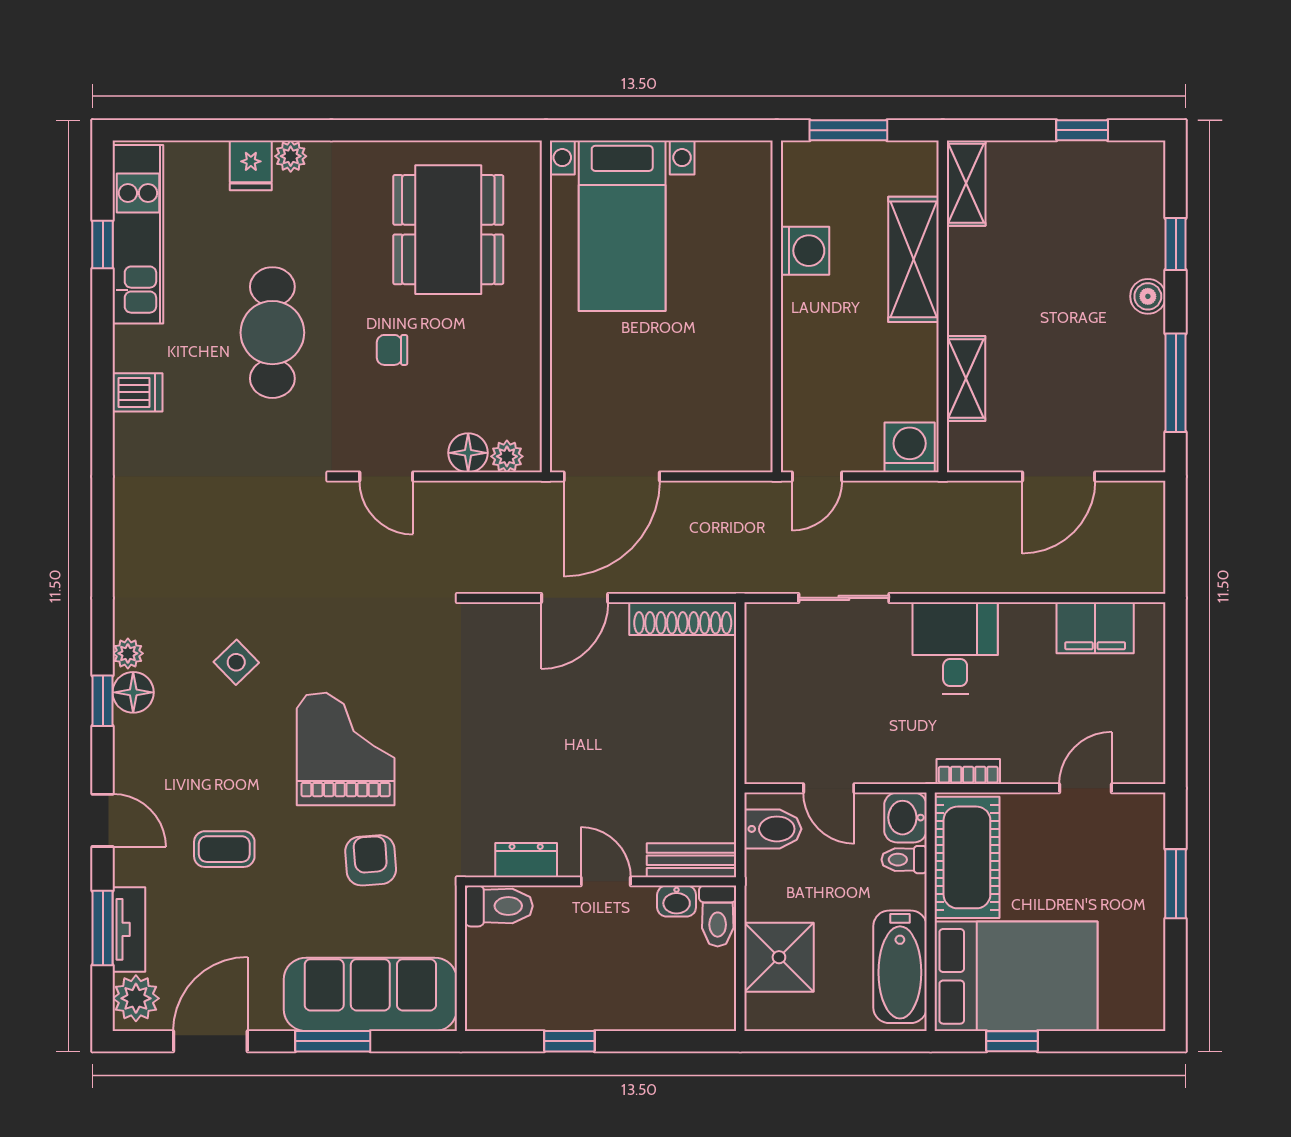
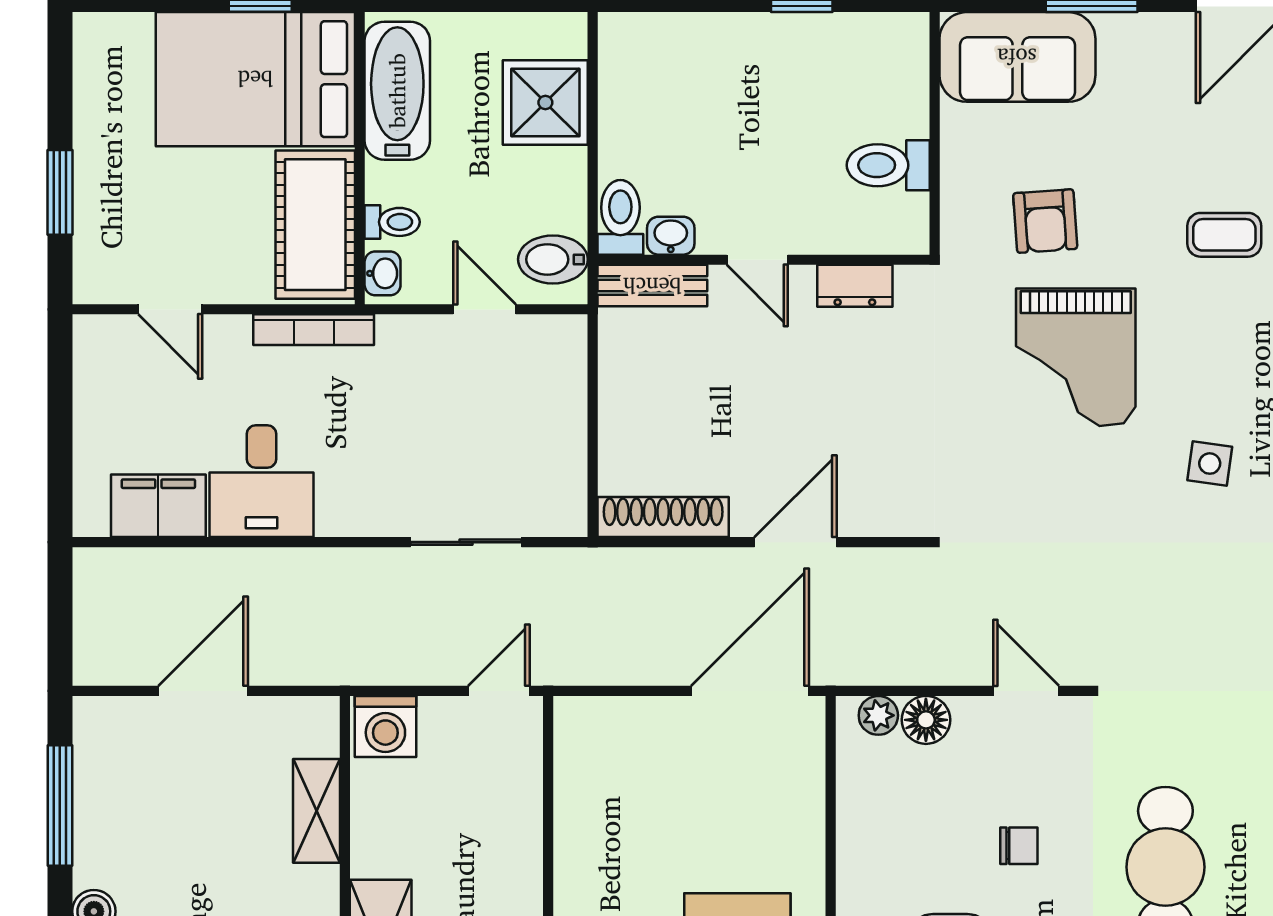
desk: (955, 648) -> (261, 481), moved
side table: (236, 662) -> (1210, 464), turned -38
bookcase: (968, 772) -> (314, 330), width x1.56
door: (1085, 788) -> (170, 309), hinge flipped
washbasin: (905, 818) -> (383, 273), width x0.72, depth x0.69
dresser: (526, 860) -> (855, 286), moved
bench: (692, 860) -> (652, 286), moved
wall: (601, 881) -> (764, 260), moved
door: (606, 881) -> (757, 260), moved
washbasin: (677, 901) -> (671, 236), moved
toilet: (718, 916) -> (620, 217), moved
sofa: (370, 994) -> (1017, 57), width x0.73

